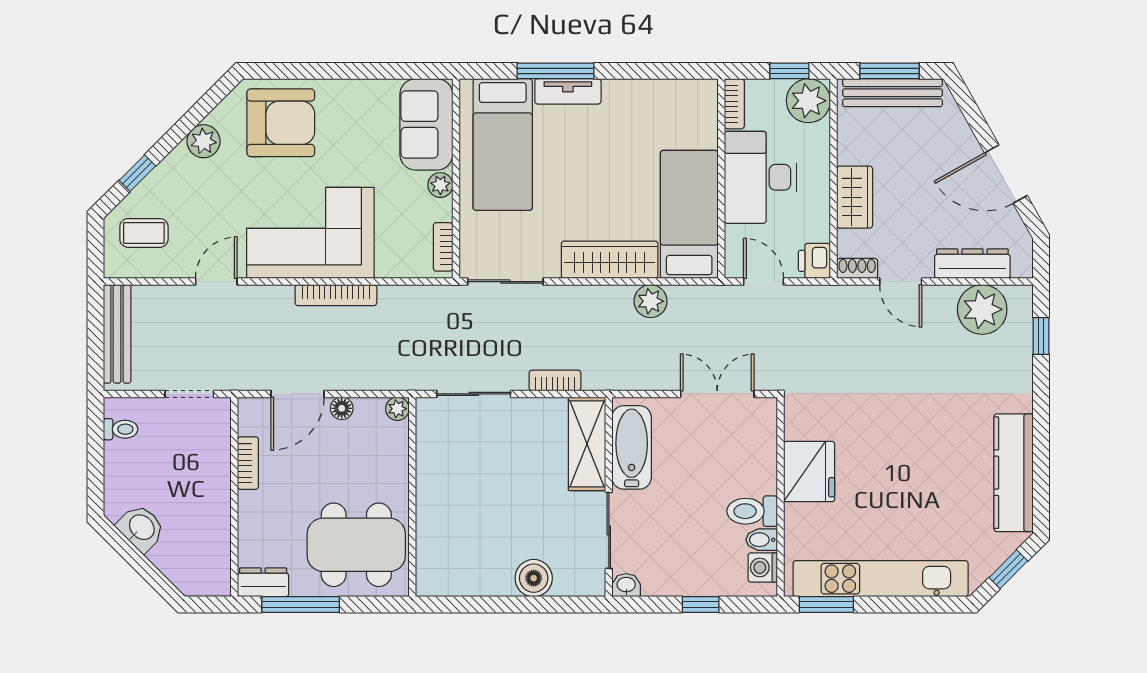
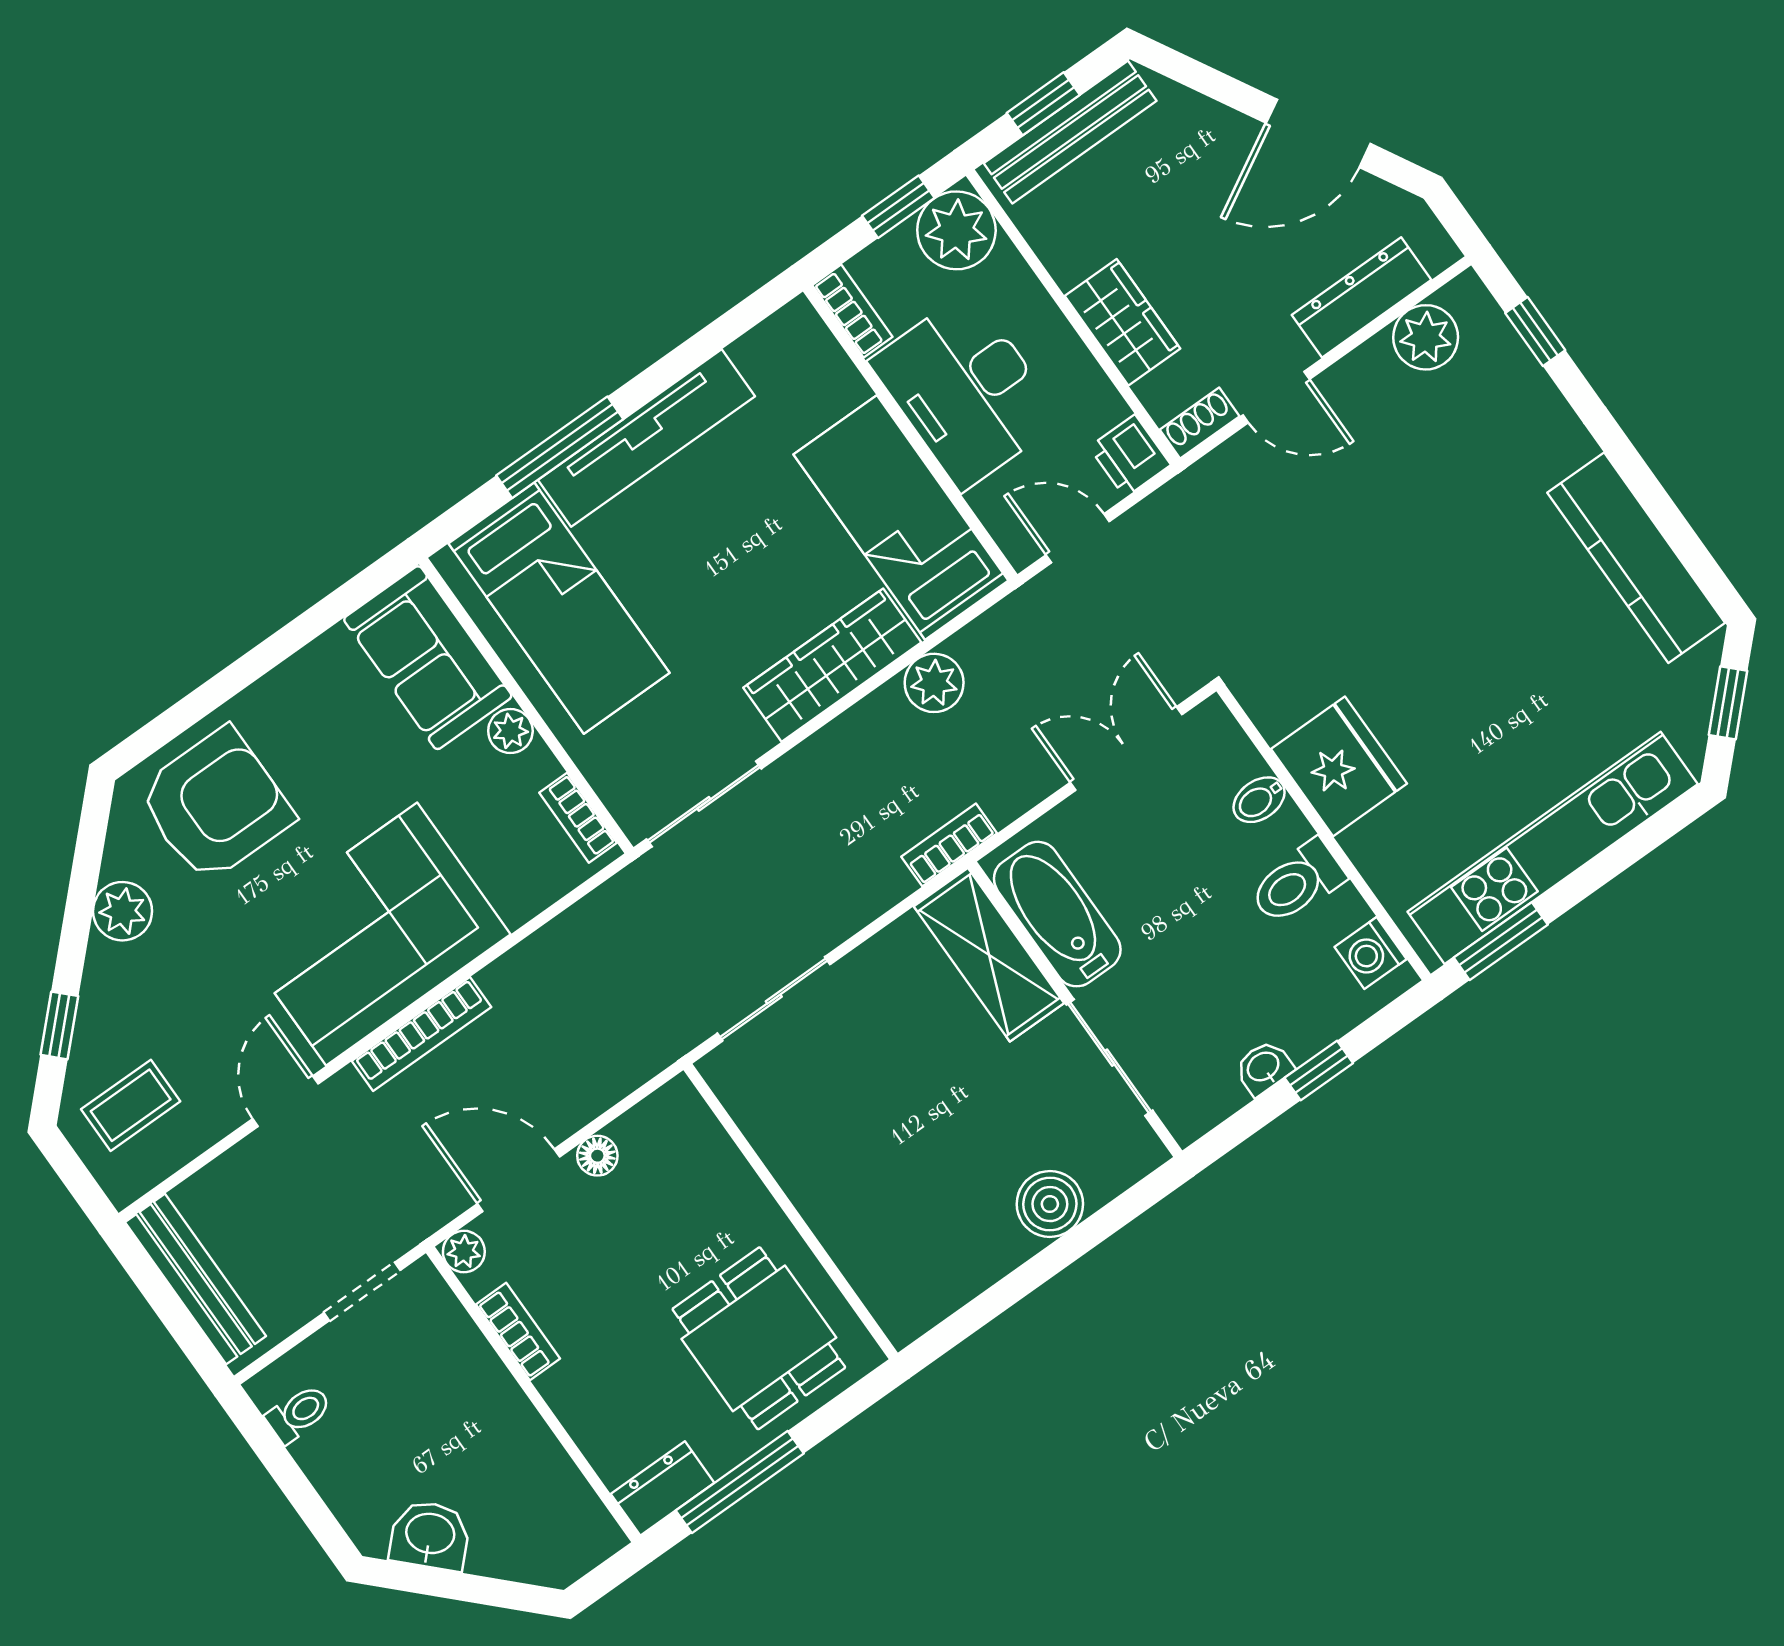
window: (889, 71) -> (1043, 104), width x0.67
tv unit: (568, 91) -> (646, 438), width x1.92, depth x1.29
bookcase: (336, 295) -> (422, 1034), moved
plant: (982, 309) -> (1426, 337), width x0.73, depth x0.73
bookcase: (555, 380) -> (949, 845), moved
door: (298, 394) -> (519, 1180), swing flipped
plant: (397, 409) -> (464, 1251), moved
bidet: (762, 540) -> (1259, 800), moved
dining table: (356, 545) -> (759, 1338), width x0.73
washbasin: (626, 585) -> (1264, 1067), moved

